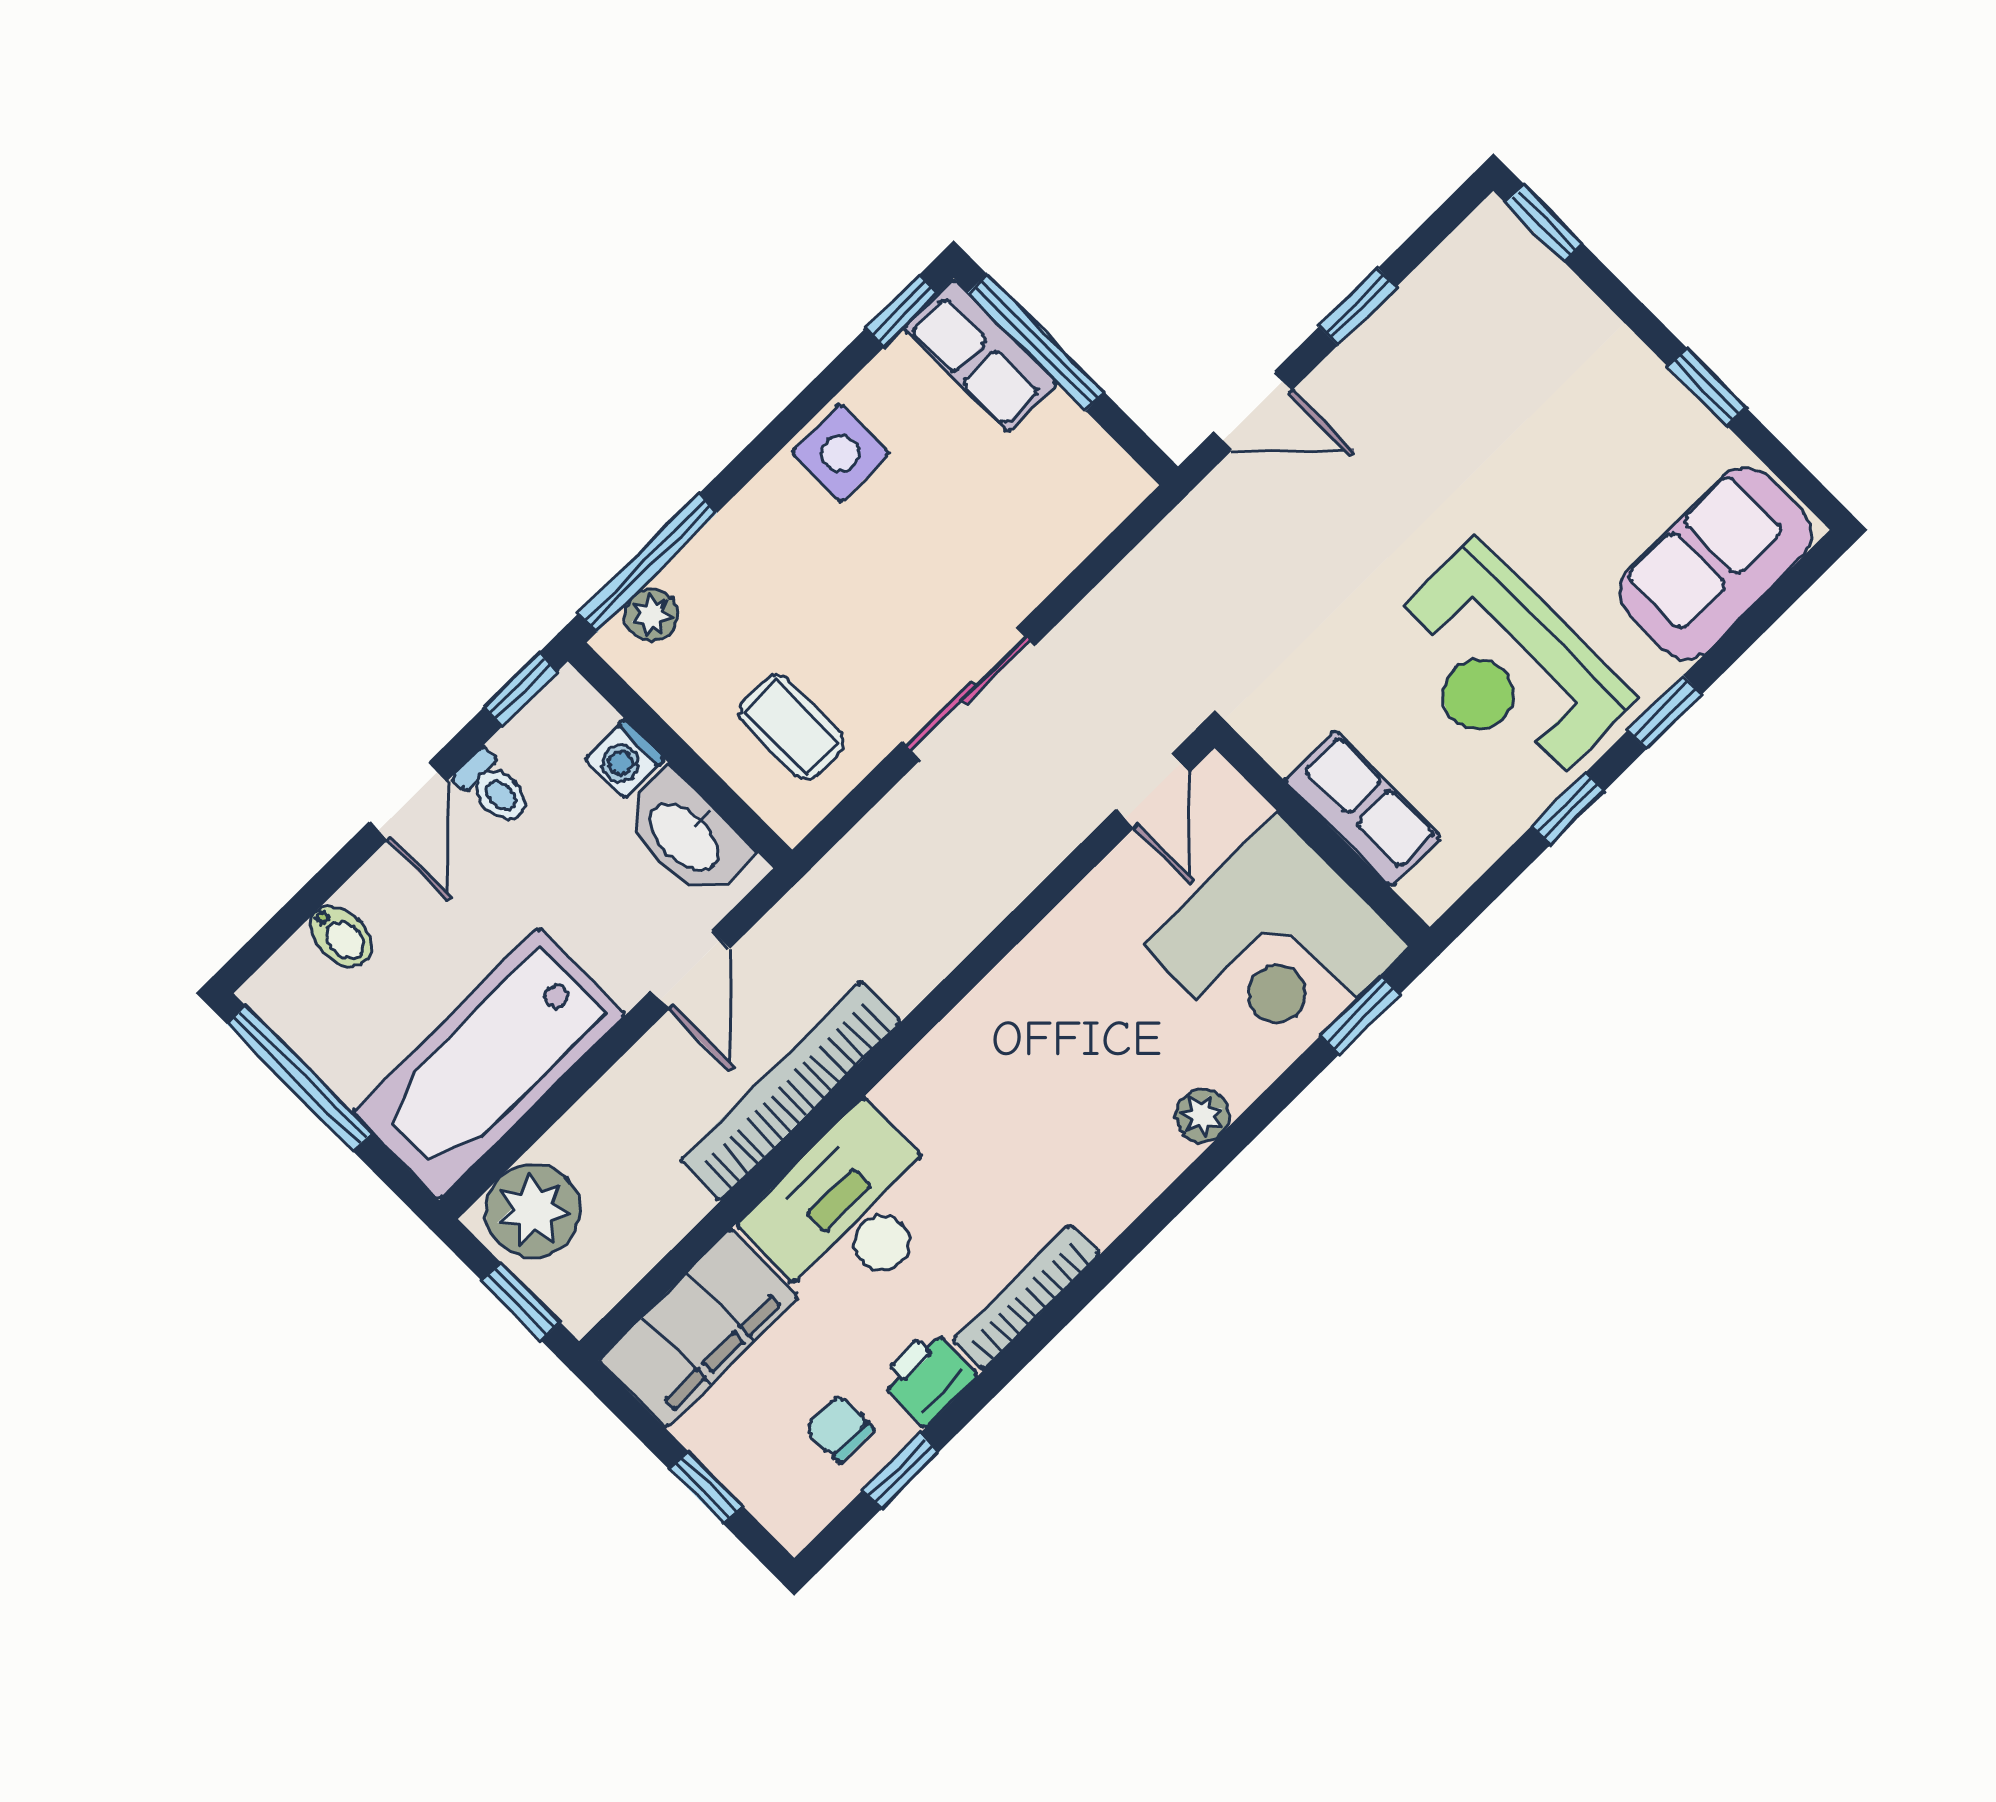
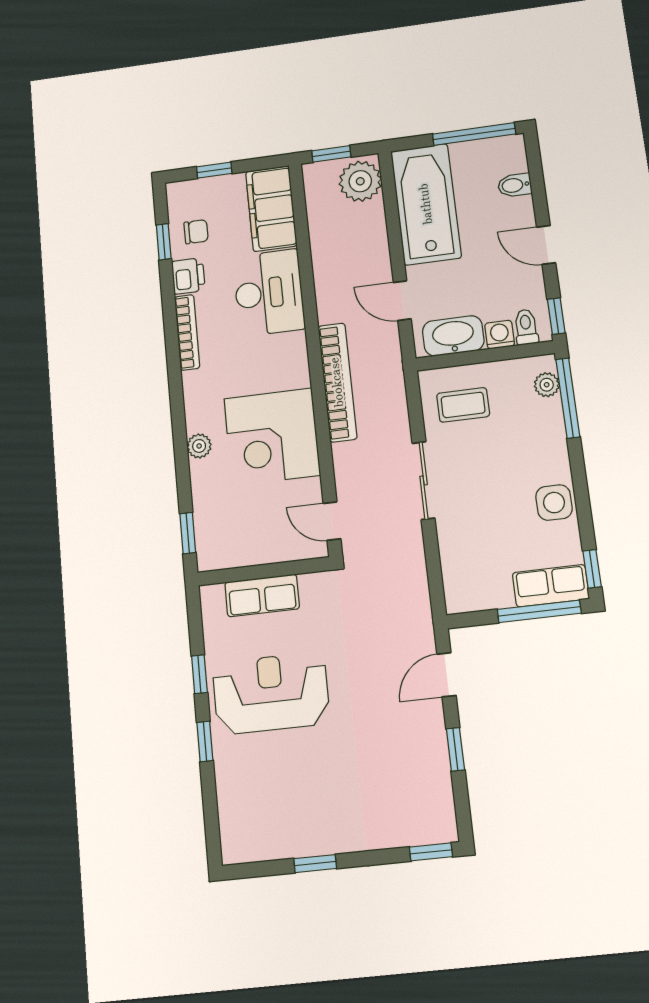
sofa: (1715, 563) -> (245, 809), removed
toilet: (493, 788) -> (526, 327), moved, turned 90
corner desk: (1277, 945) -> (272, 437), moved, turned -90
bookcase: (791, 1091) -> (337, 382), moved

